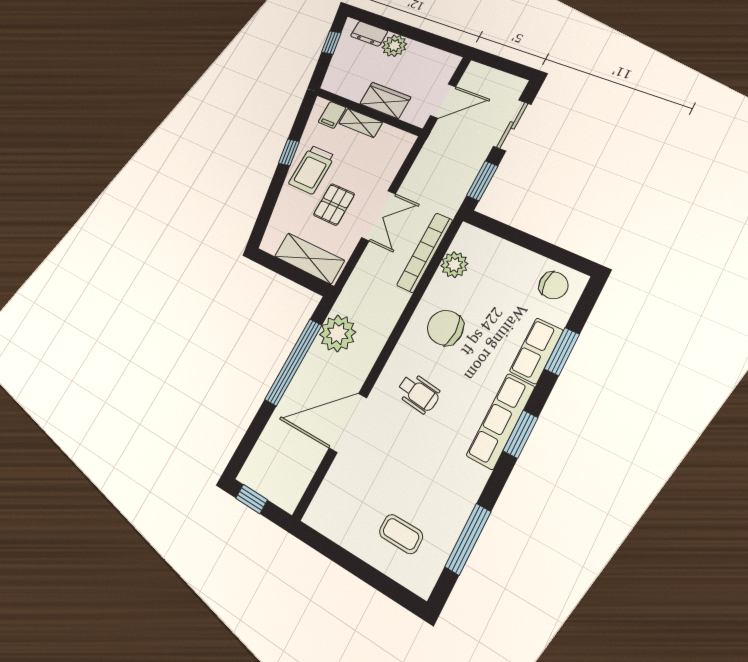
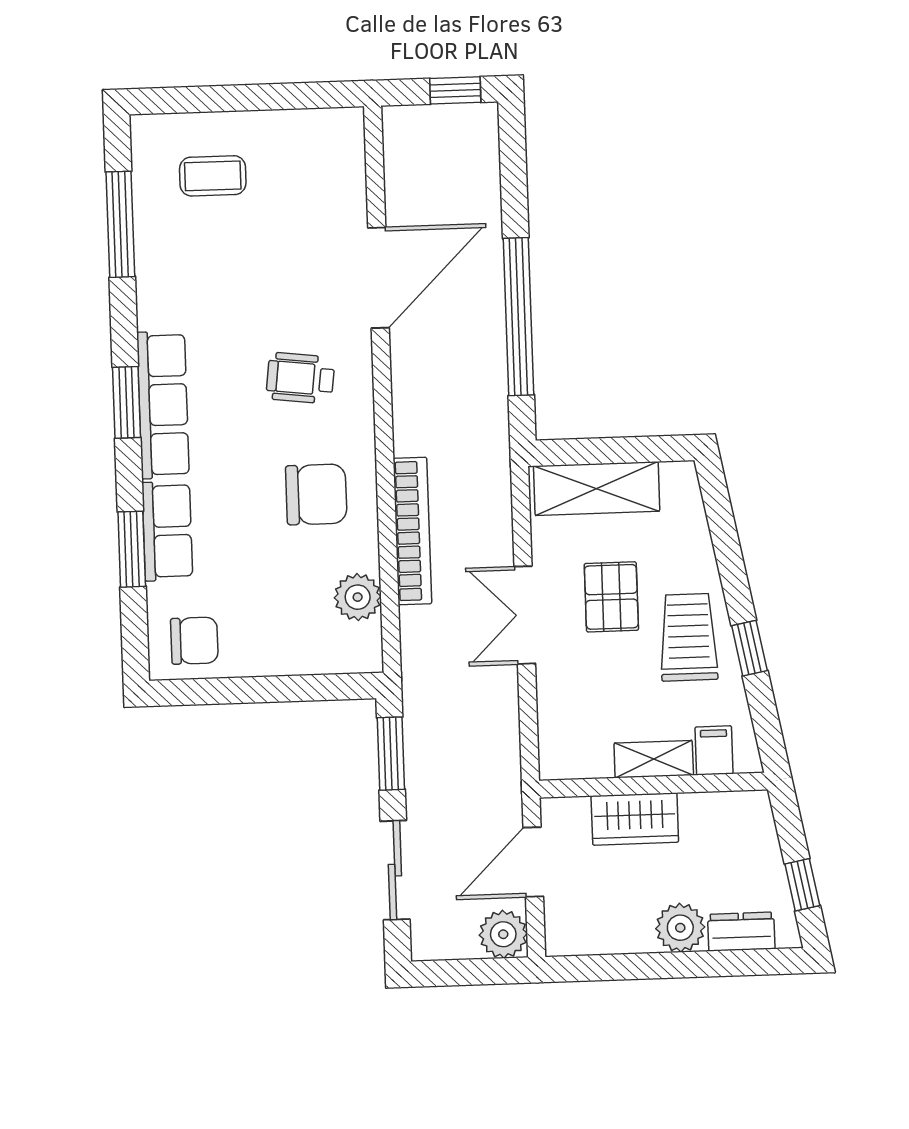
bookcase: (425, 253) -> (412, 531), moved
chair: (553, 285) -> (194, 641), turned 180
plant: (338, 333) -> (503, 934), moved, width x0.73, depth x0.73

